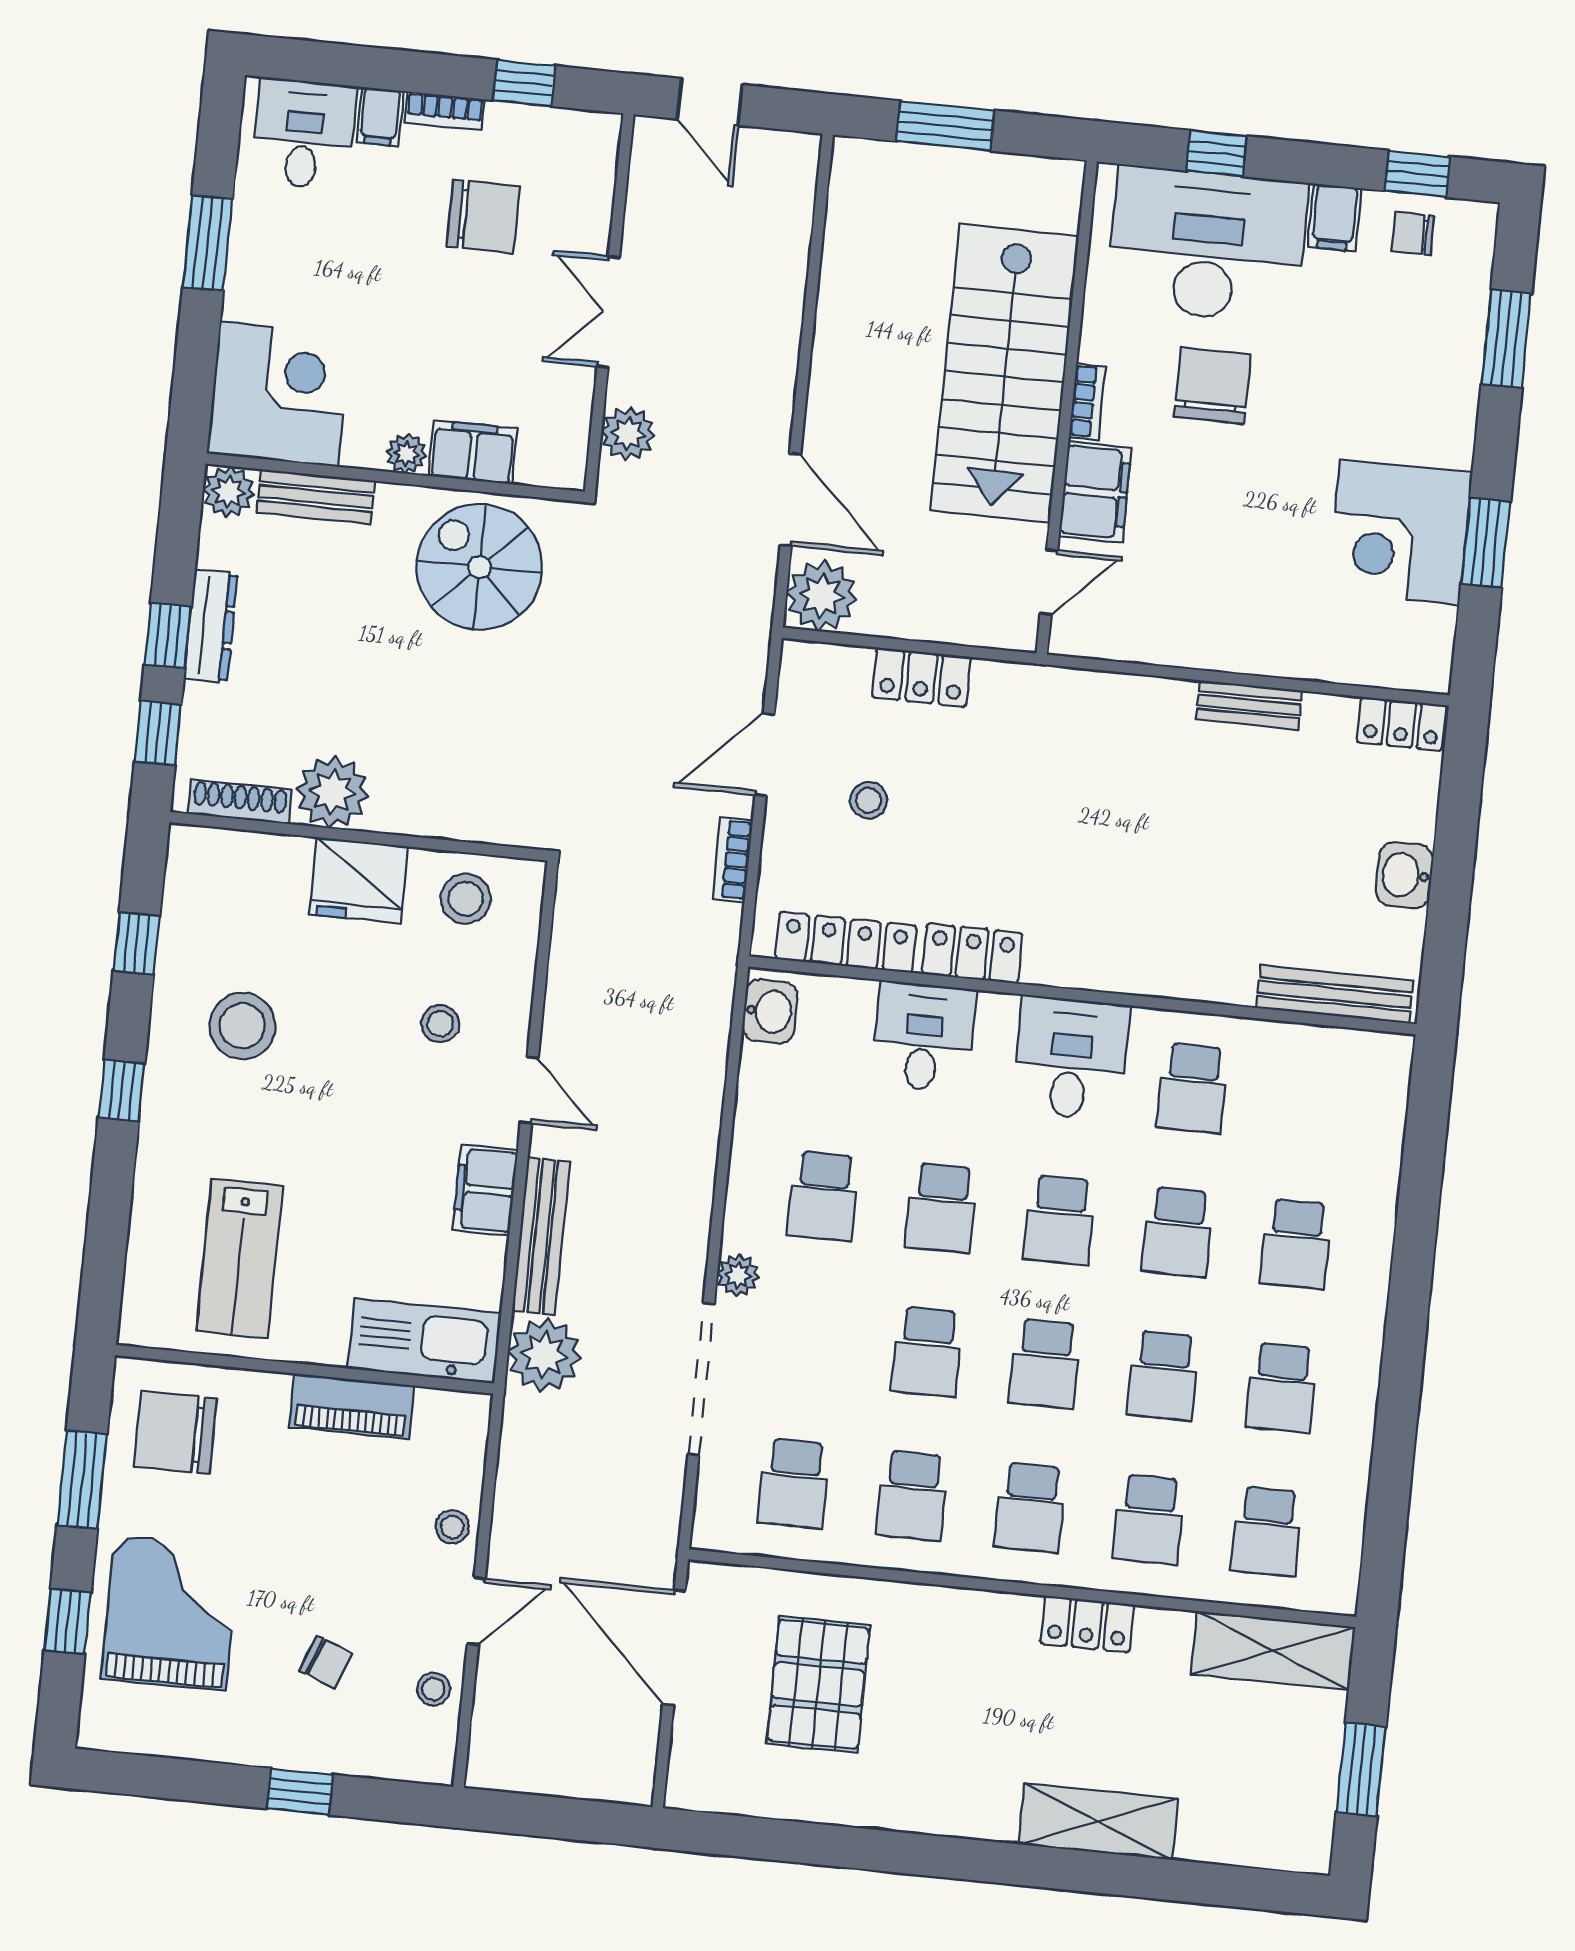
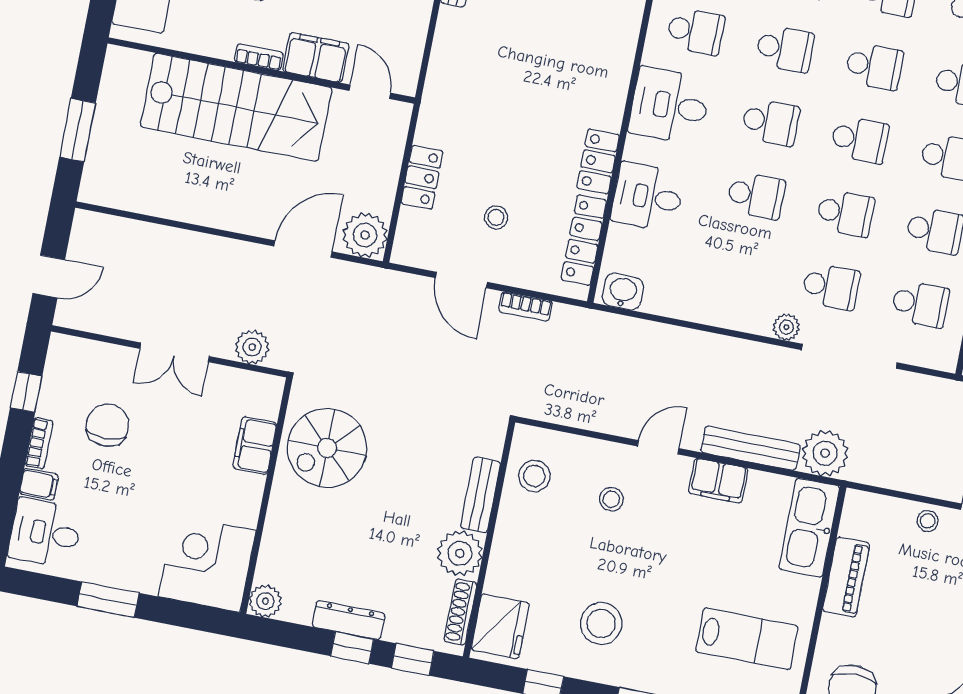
plant: (406, 454) -> (252, 487), removed
bench: (316, 497) -> (481, 495), moved
fridge: (358, 880) -> (500, 626), moved
school desk: (823, 1196) -> (831, 287), moved

